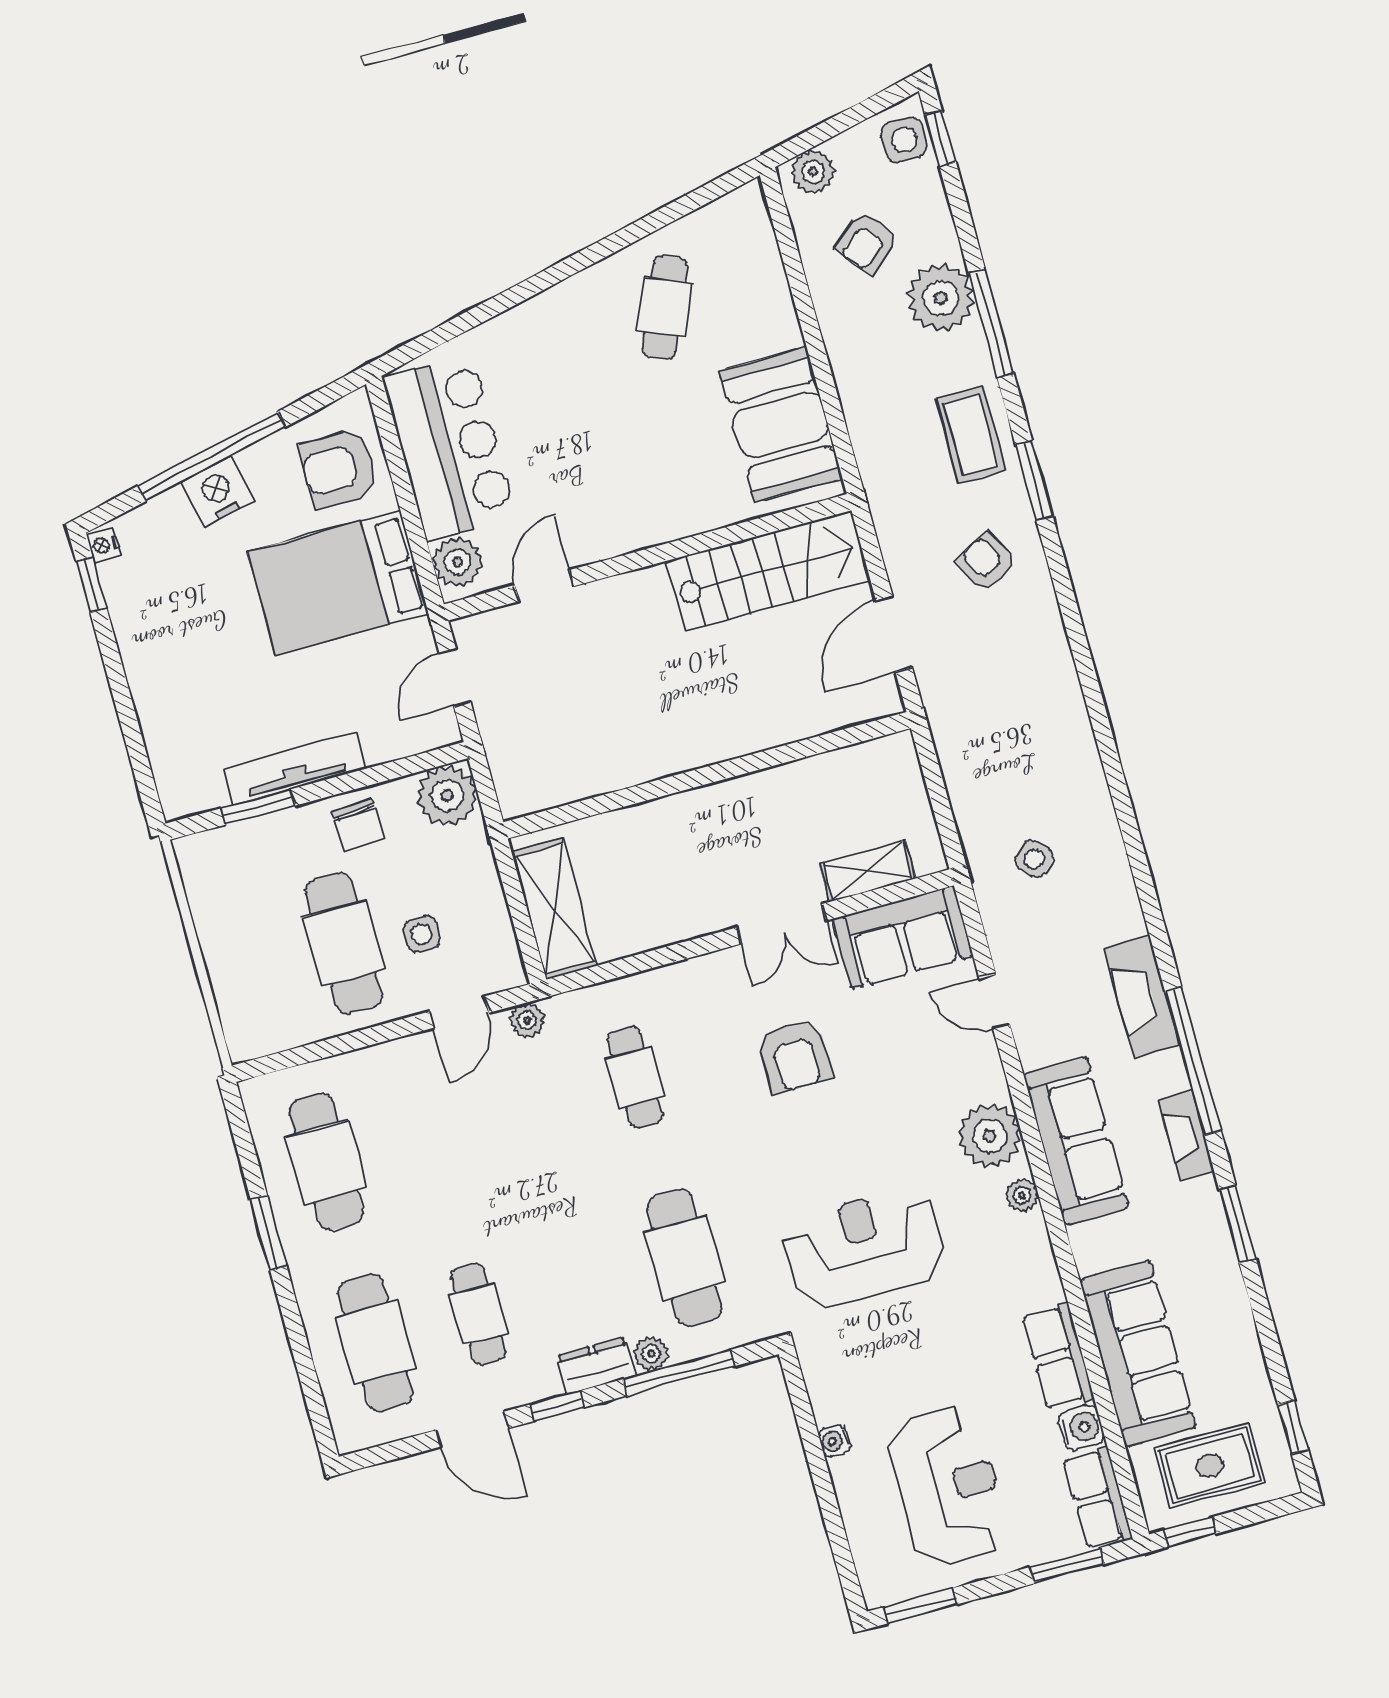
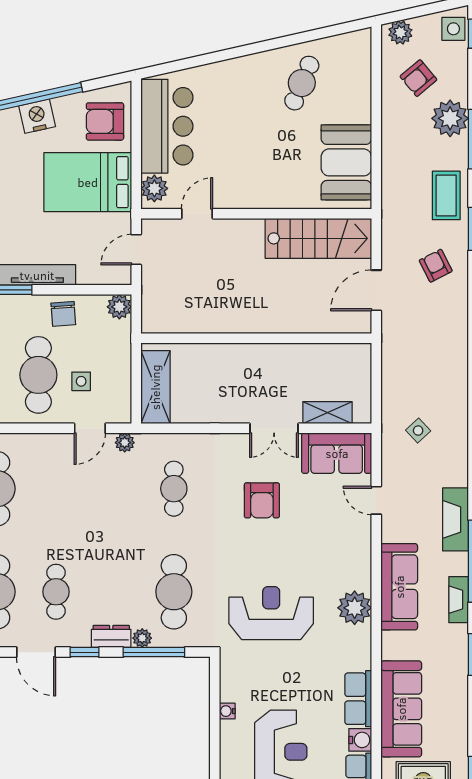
plant: (447, 795) -> (119, 307), width x0.73, depth x0.73
plant: (990, 1136) -> (354, 571), removed
plant: (1022, 1195) -> (355, 608), width x1.88, depth x1.88

